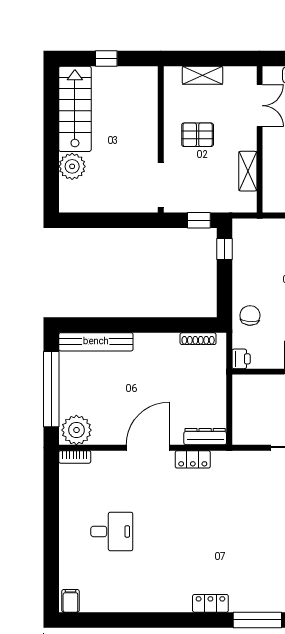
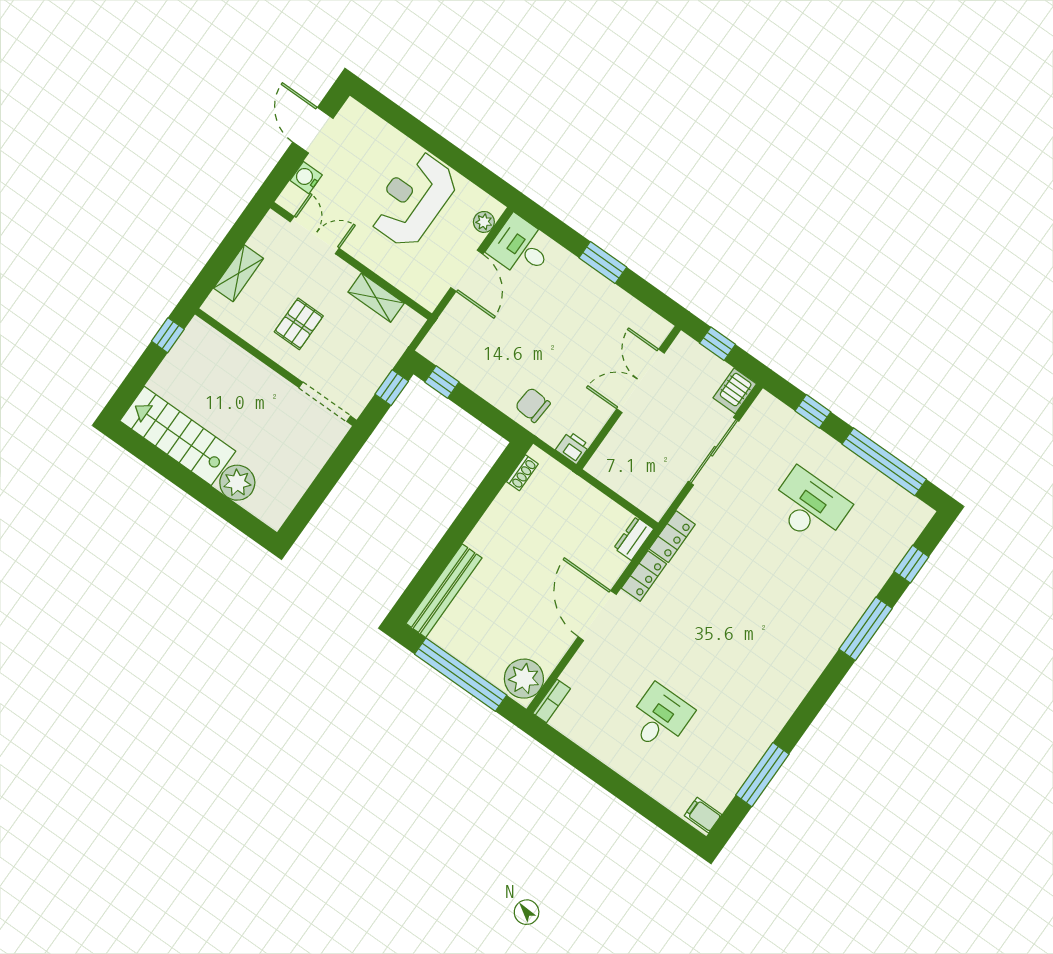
window: (106, 59) -> (168, 335), moved
shoe rack: (198, 339) -> (522, 473), width x0.70
dresser: (205, 437) -> (634, 538), width x0.70
locker: (210, 603) -> (672, 537), moved, turned 180
window: (122, 620) -> (762, 775), added

